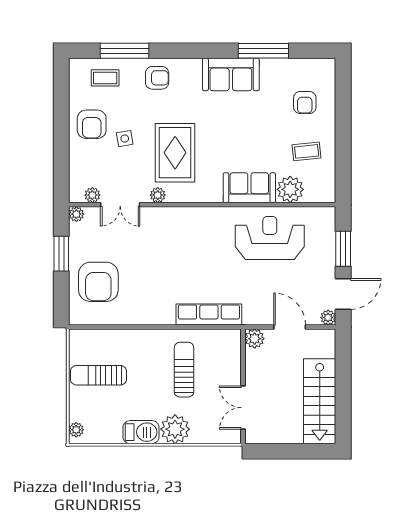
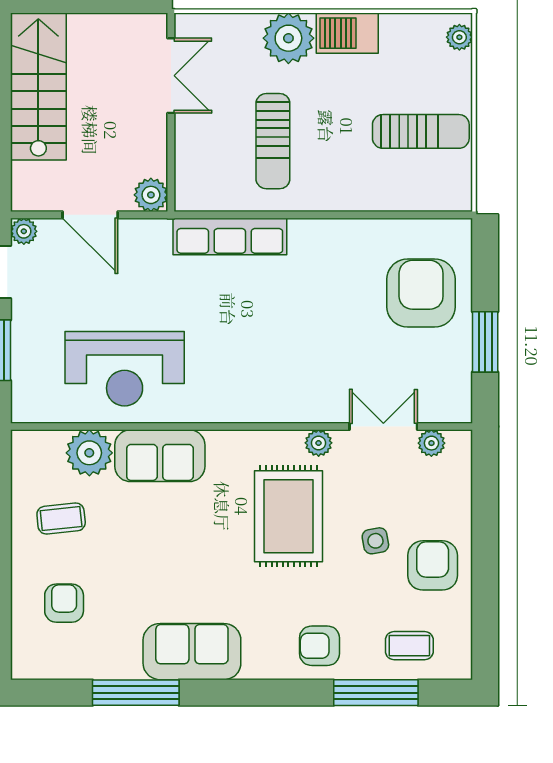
plant: (76, 214) -> (459, 410), removed

